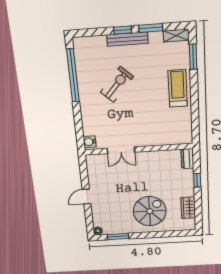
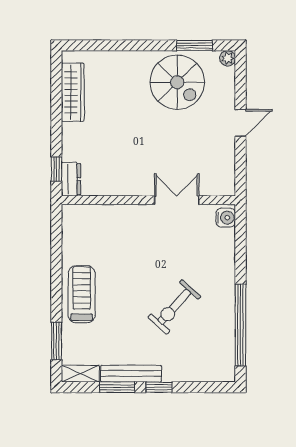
bench: (127, 39) -> (131, 374), moved
treadmill: (178, 88) -> (82, 294), turned 180
window: (197, 180) -> (56, 169), moved
wardrobe: (188, 208) -> (73, 92), width x1.50
spiral stairs: (150, 211) -> (177, 82), moved, turned -90

